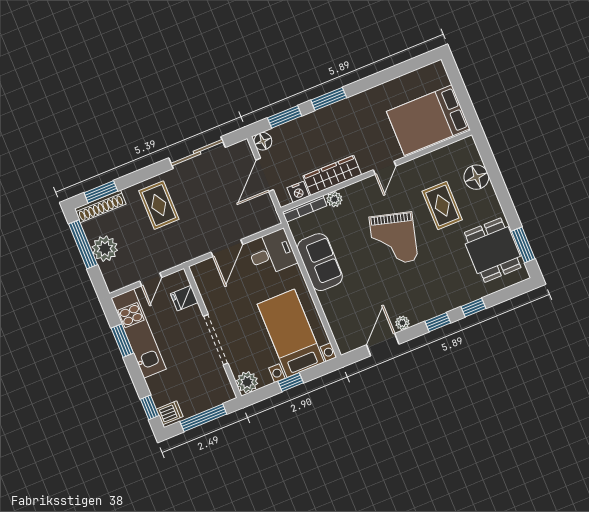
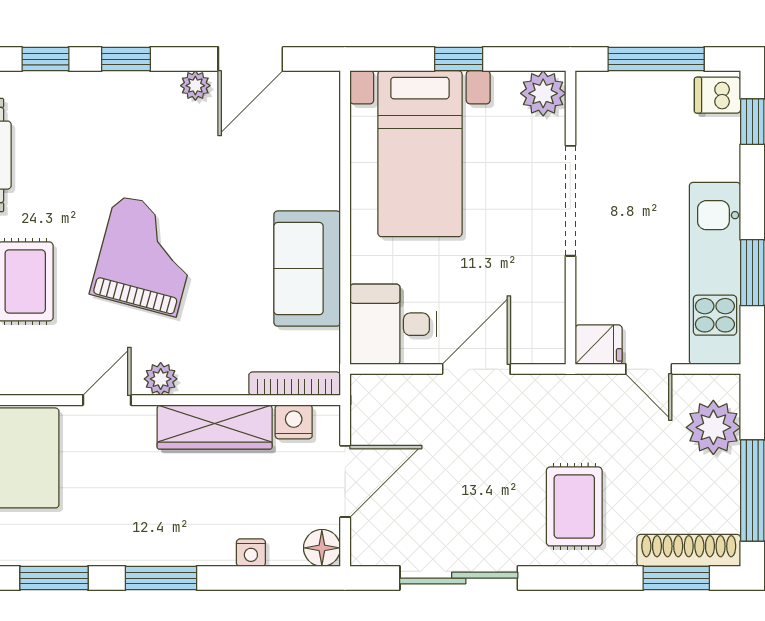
window: (285, 117) -> (54, 578), moved
nightstand: (293, 126) -> (251, 553), added
plant: (334, 199) -> (161, 379), moved
plant: (105, 249) -> (713, 427), moved
door: (151, 279) -> (649, 369), swing flipped
fridge: (184, 298) -> (599, 345), moved

